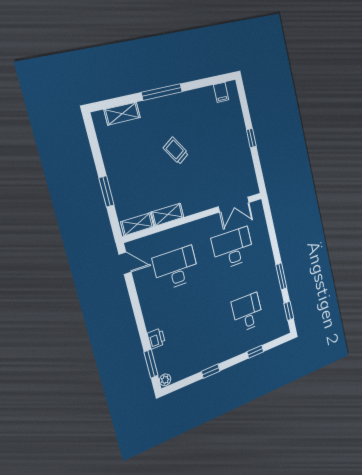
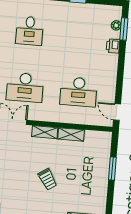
shelving: (137, 224) -> (45, 132), moved
plant: (165, 380) -> (116, 25), moved

